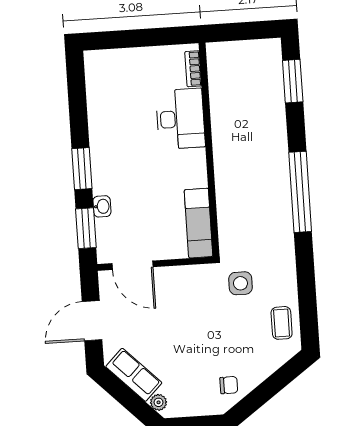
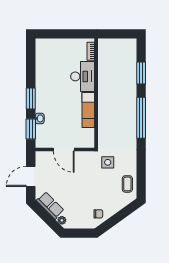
window: (293, 81) -> (141, 73), moved
exam couch: (199, 223) -> (88, 110), moved
door: (132, 265) -> (64, 149), moved

